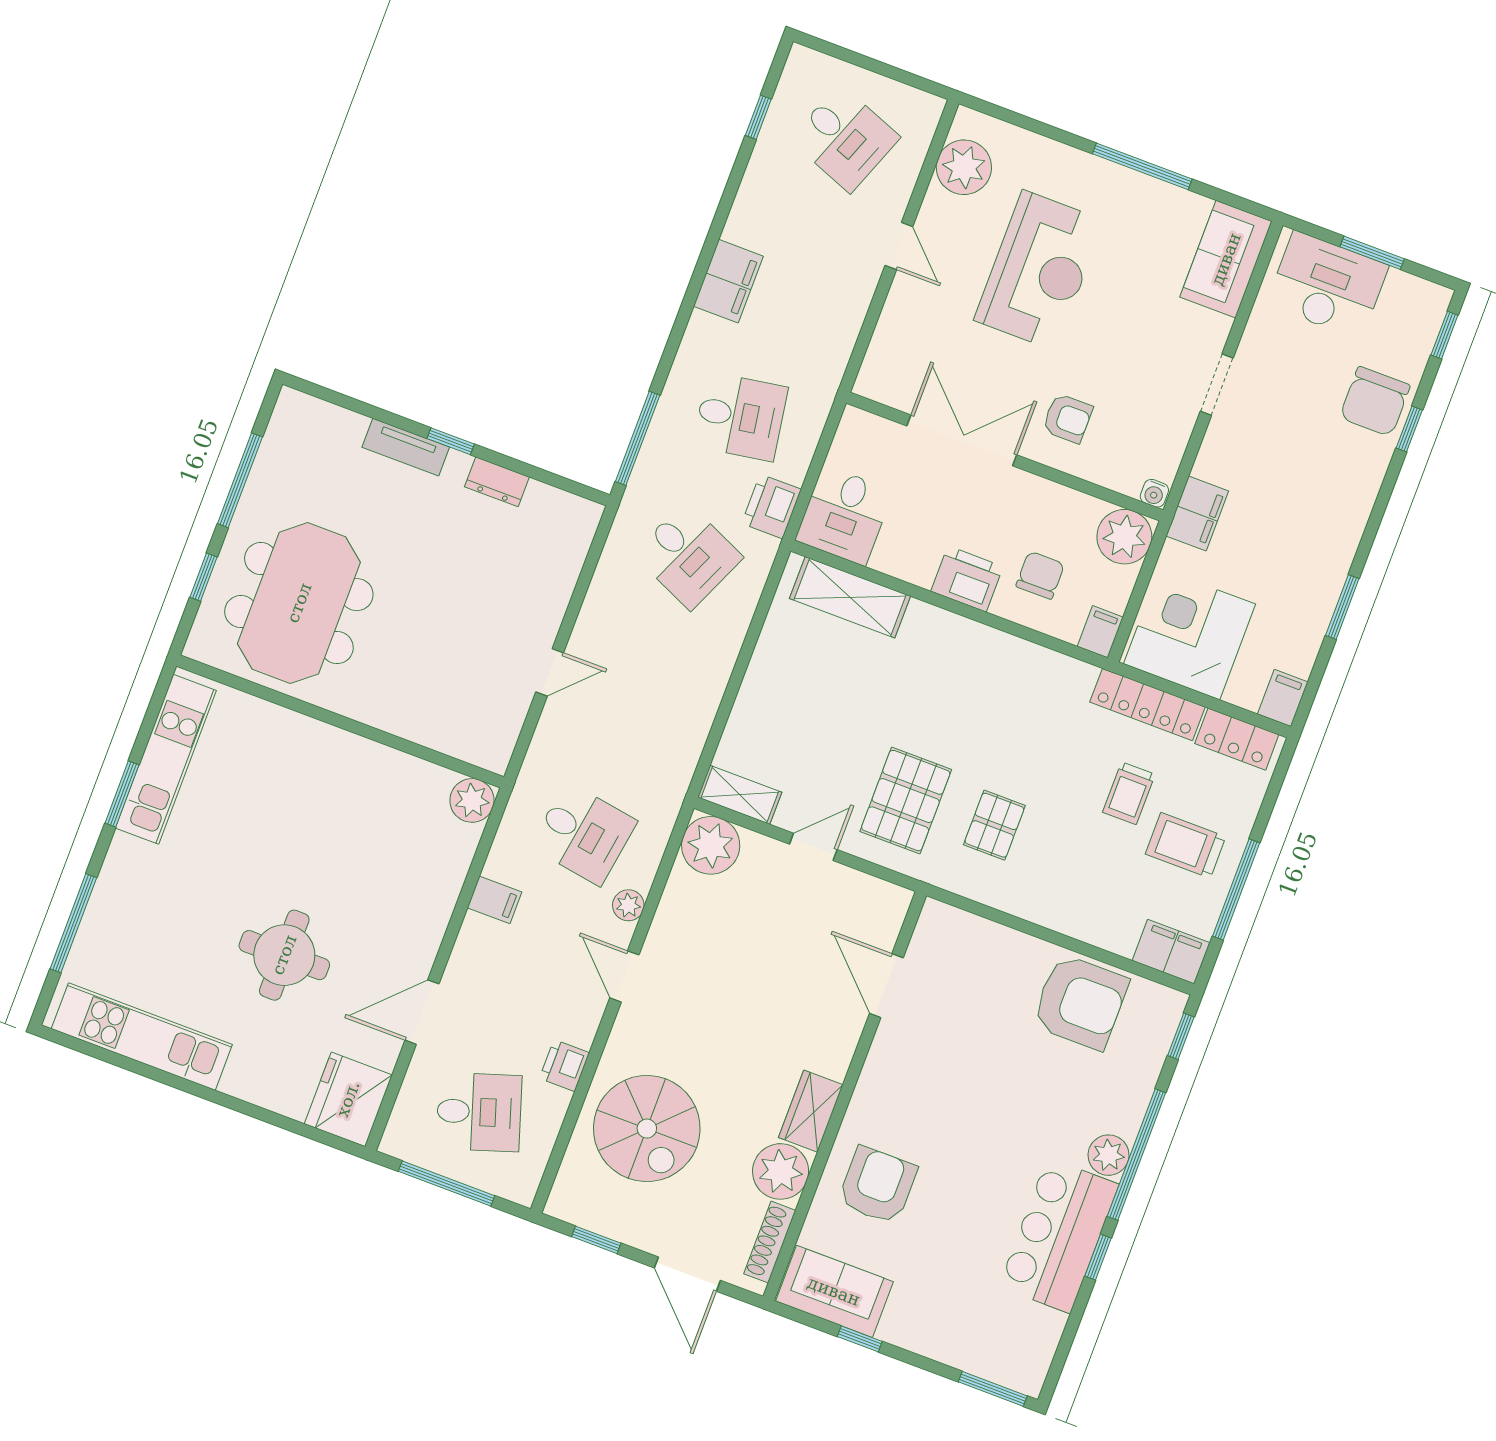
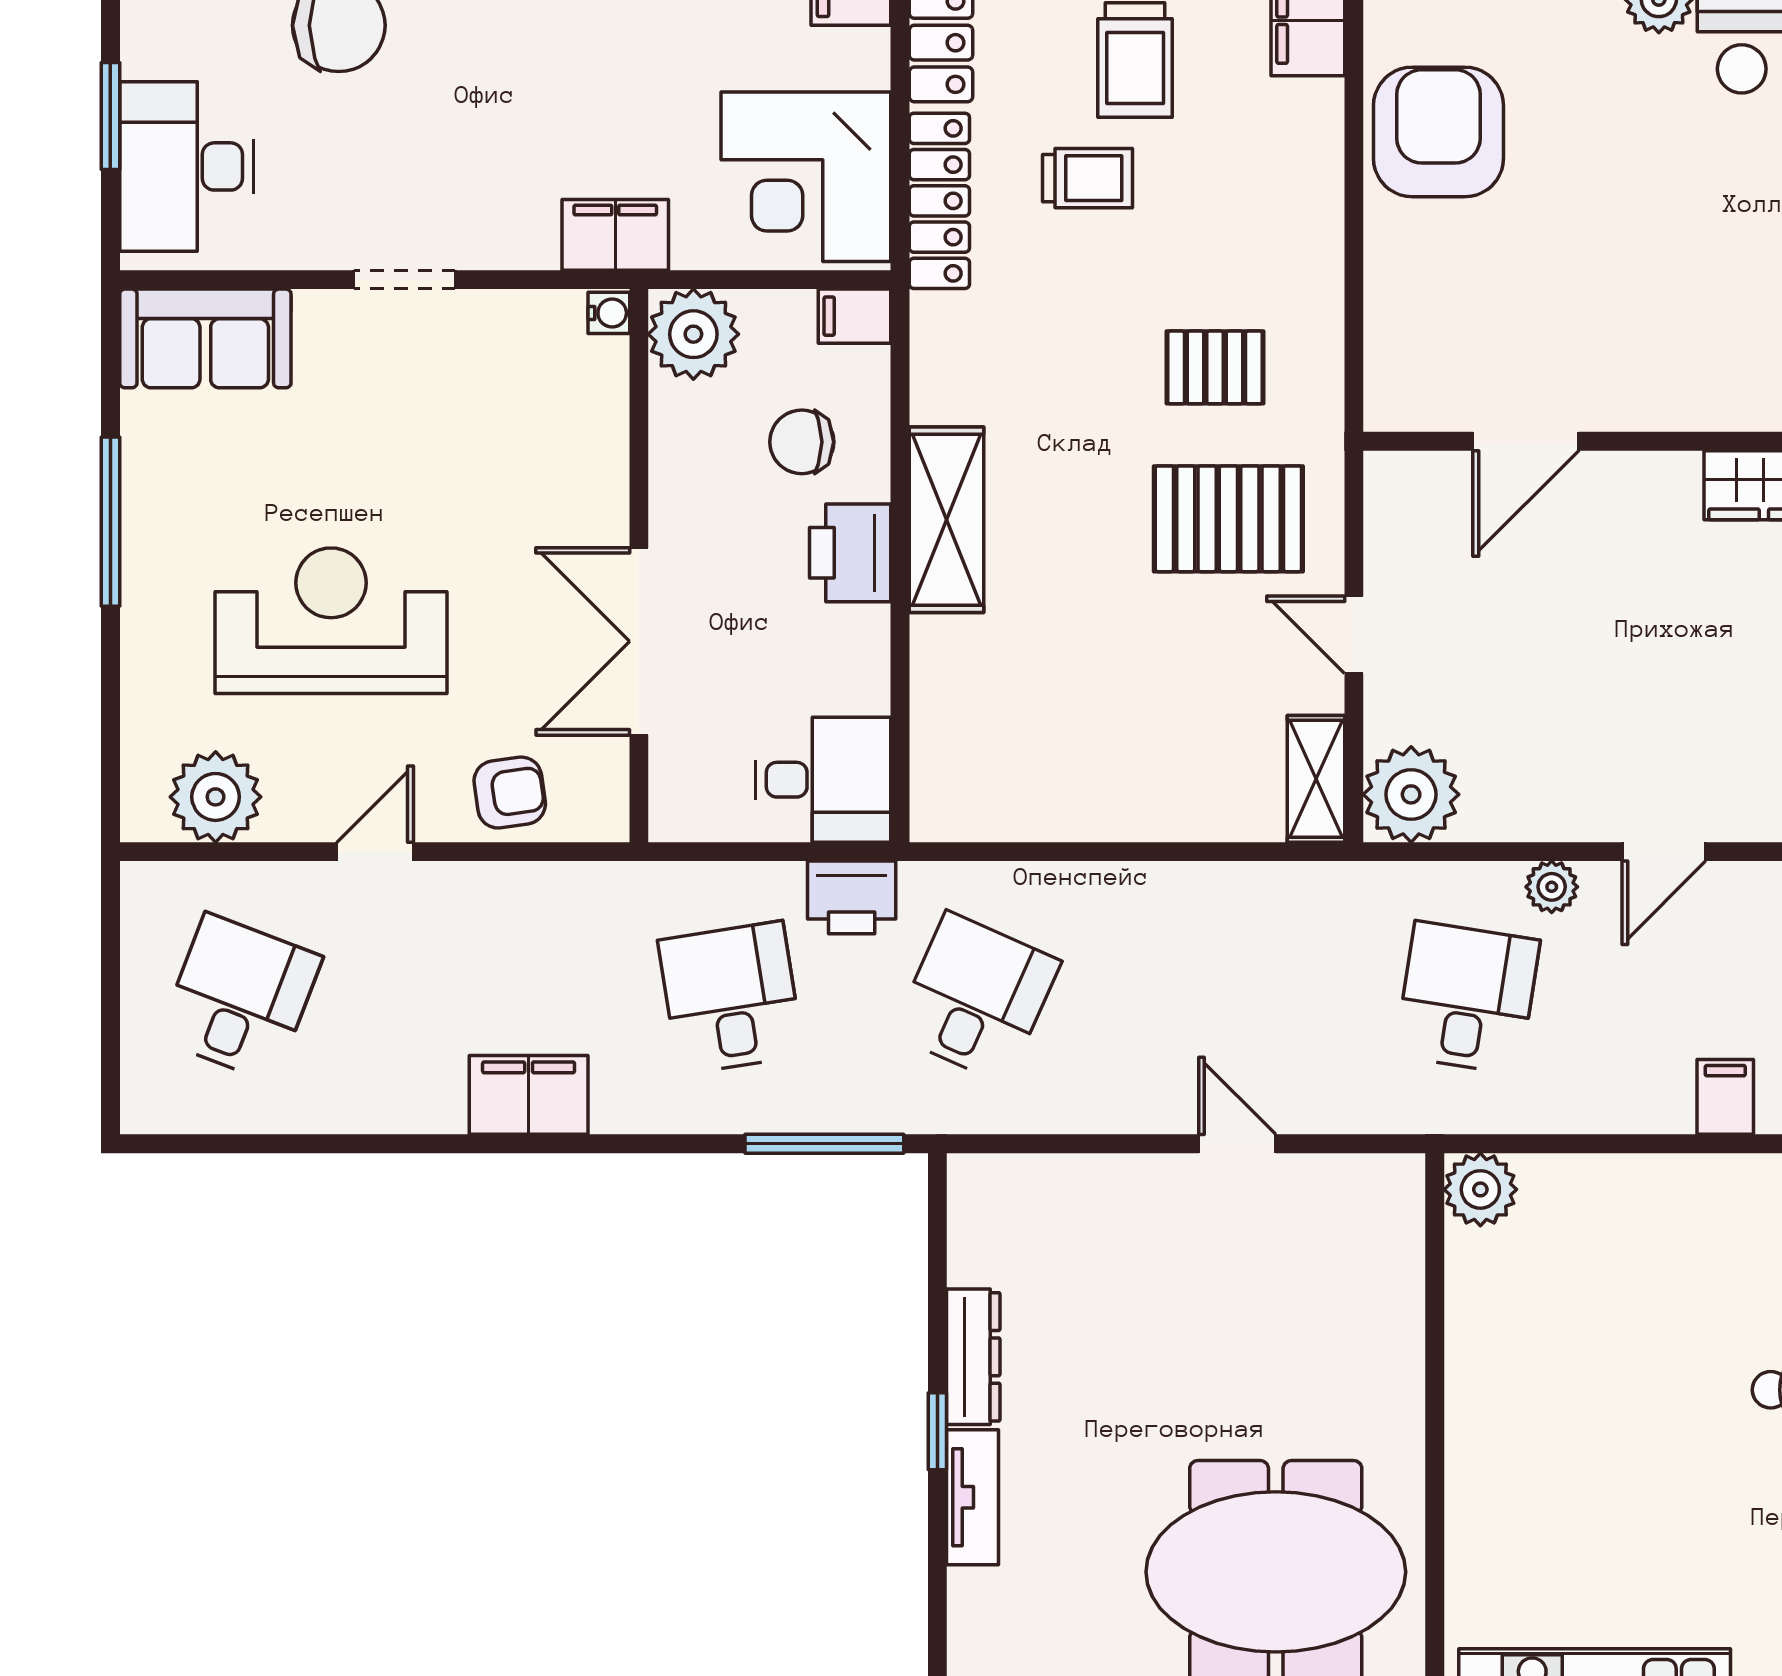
window: (758, 117) -> (258, 1144), removed
armchair: (1067, 418) -> (510, 793), moved, turned 82
dresser: (497, 482) -> (973, 1357), width x1.44
shelving: (850, 597) -> (946, 520), moved
filing cabinet: (494, 900) -> (1725, 1097), moved

